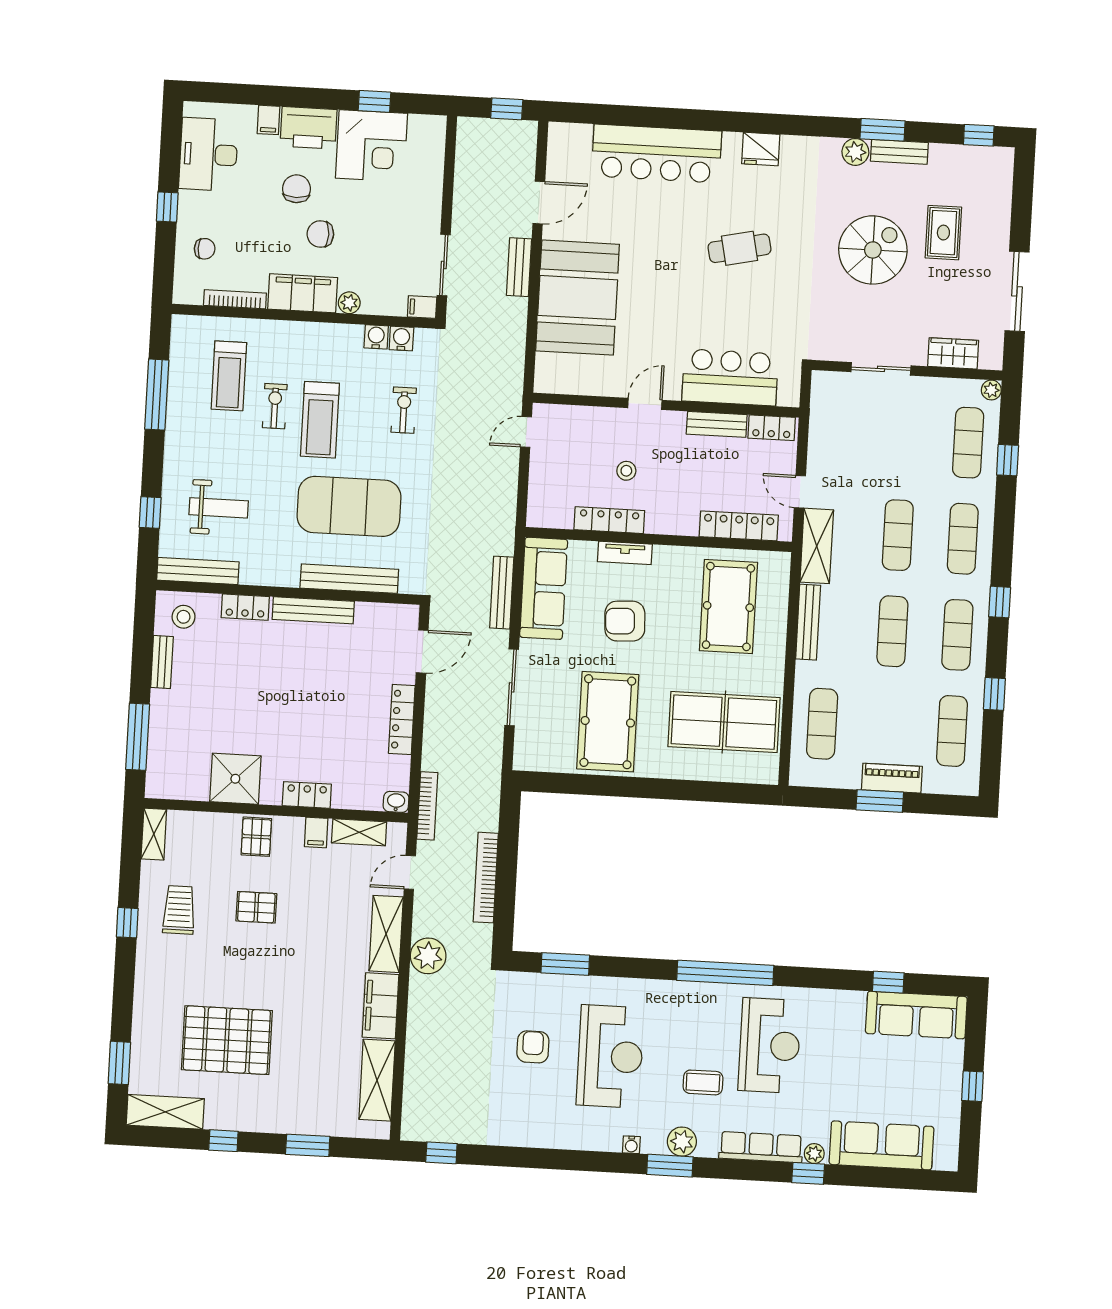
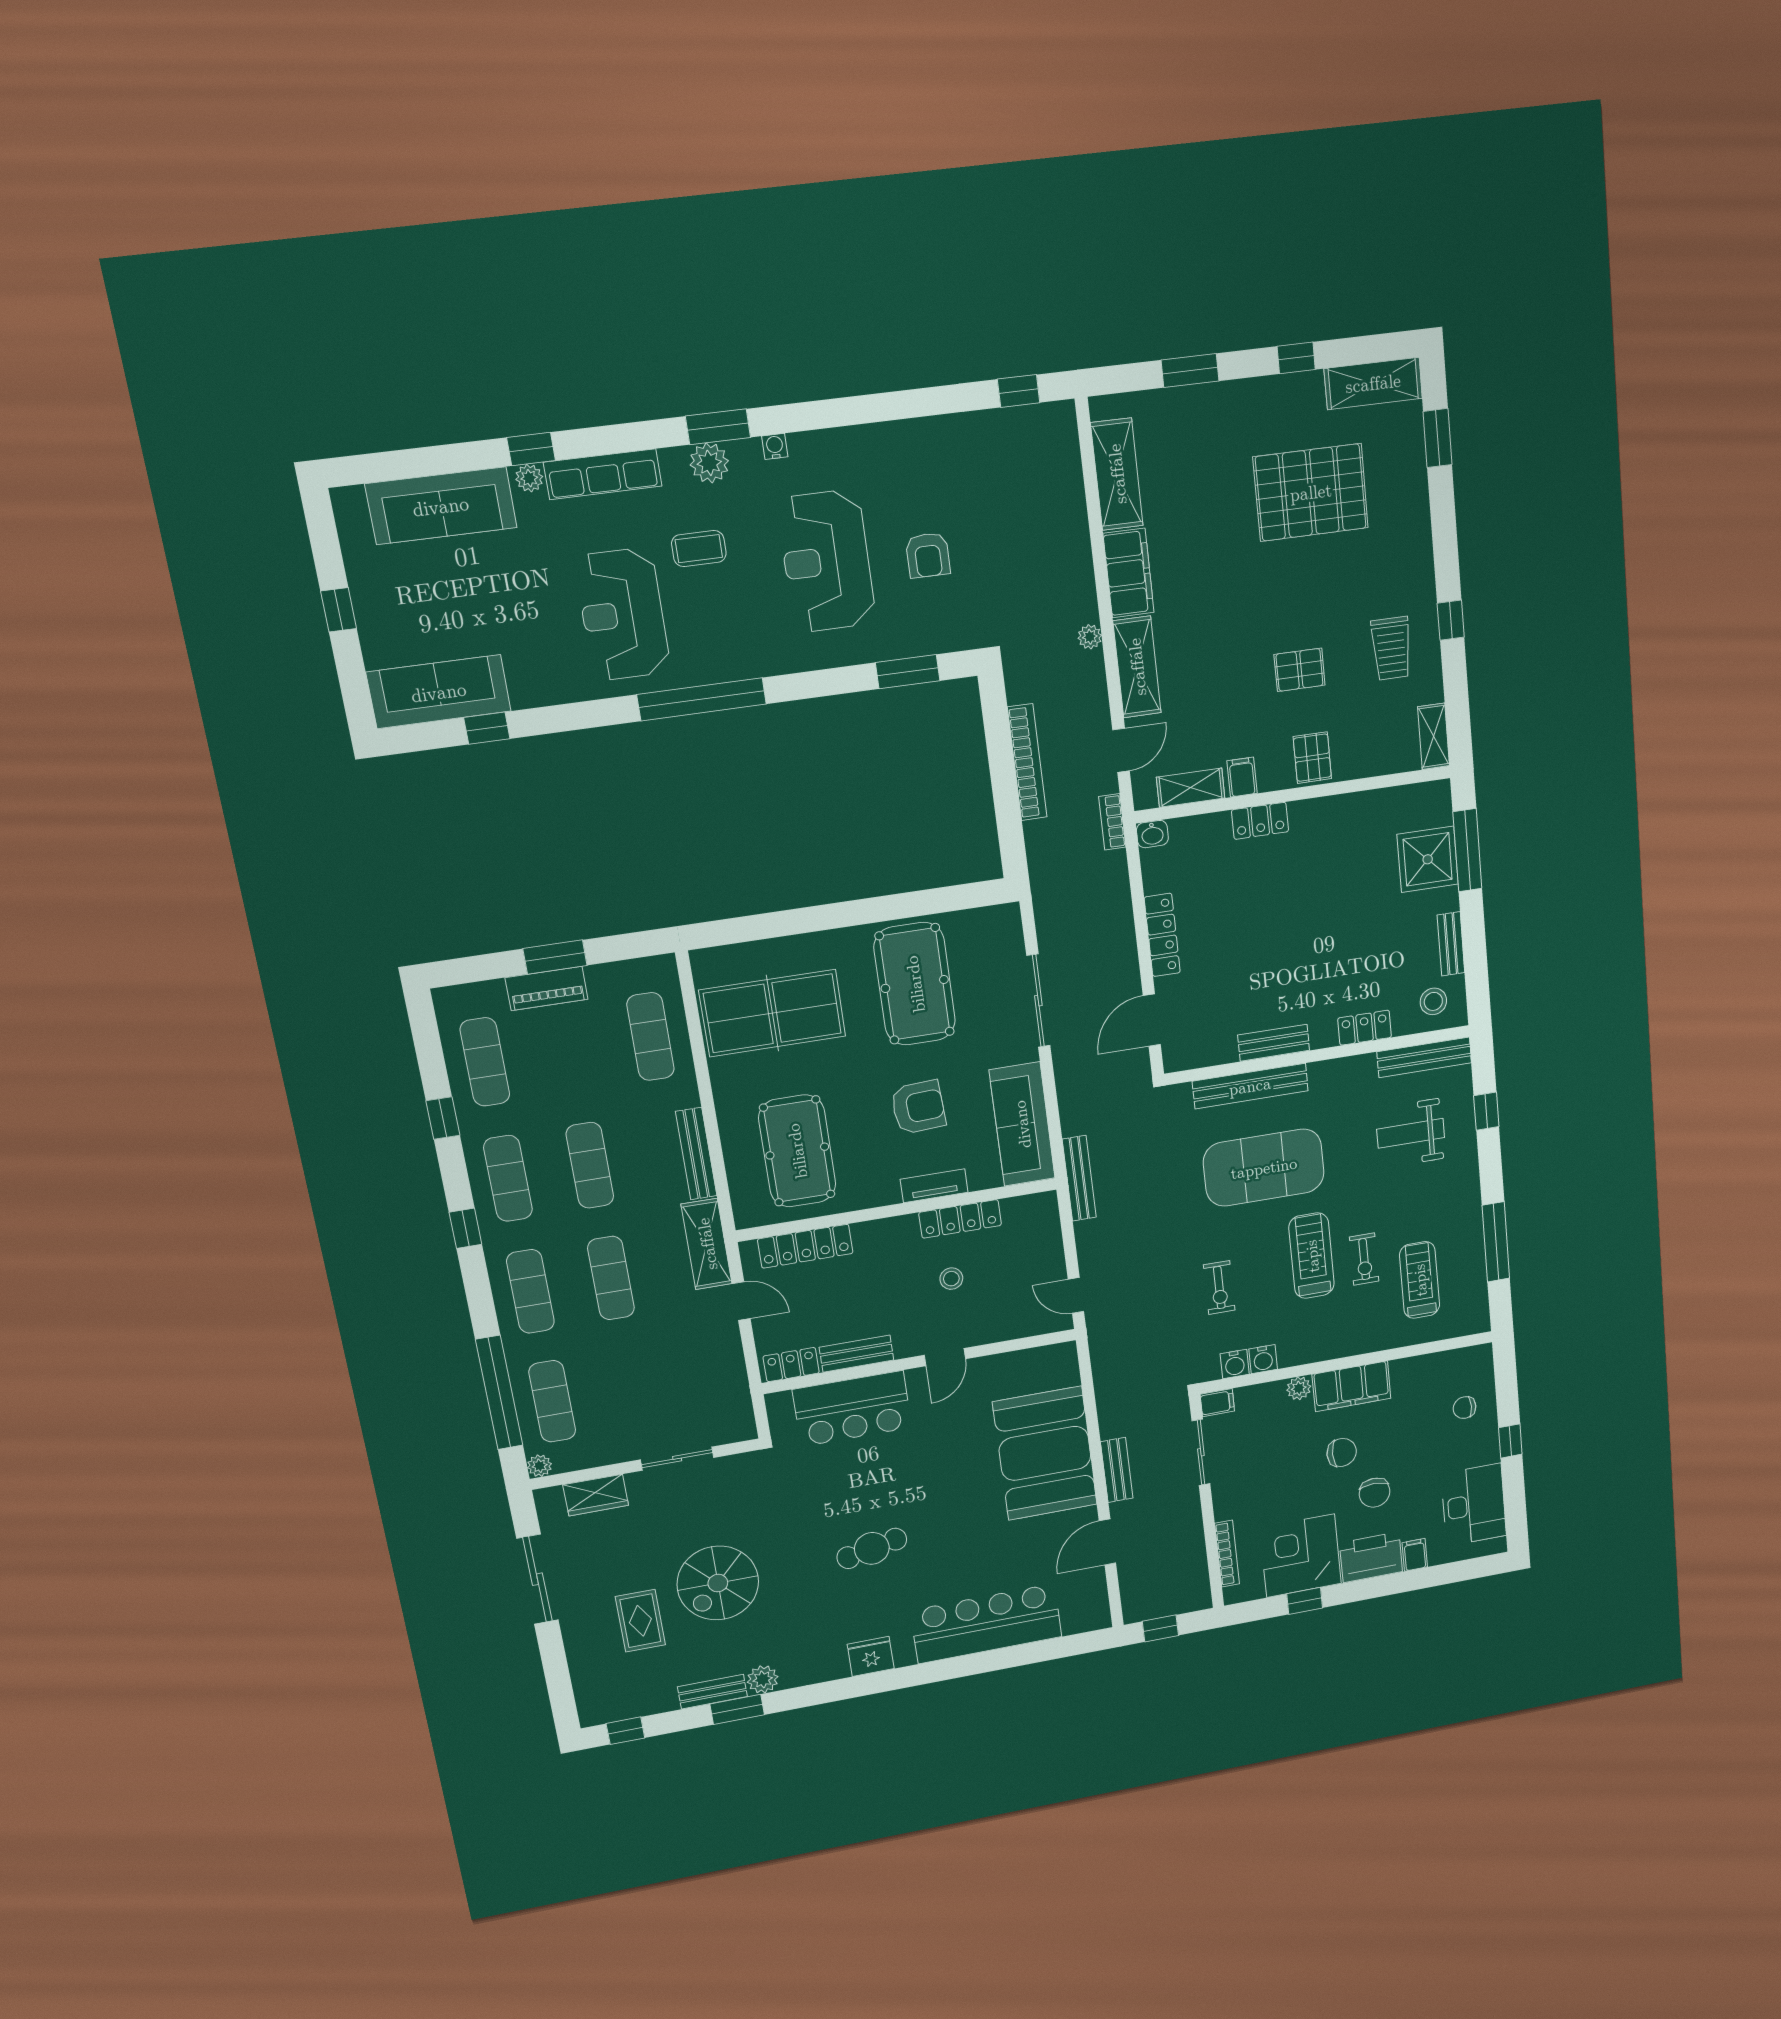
bookcase: (235, 299) -> (1227, 1554), moved, turned -90
door: (526, 432) -> (1076, 1295), swing flipped
window: (1008, 460) -> (499, 1393), width x3.17
bench: (502, 593) -> (1079, 1178), moved
bench: (313, 610) -> (1274, 1043), width x0.73
shower: (235, 779) -> (1428, 859), moved
bookcase: (427, 806) -> (1112, 822), width x0.64
plant: (428, 956) -> (1090, 637), width x0.53, depth x0.53

